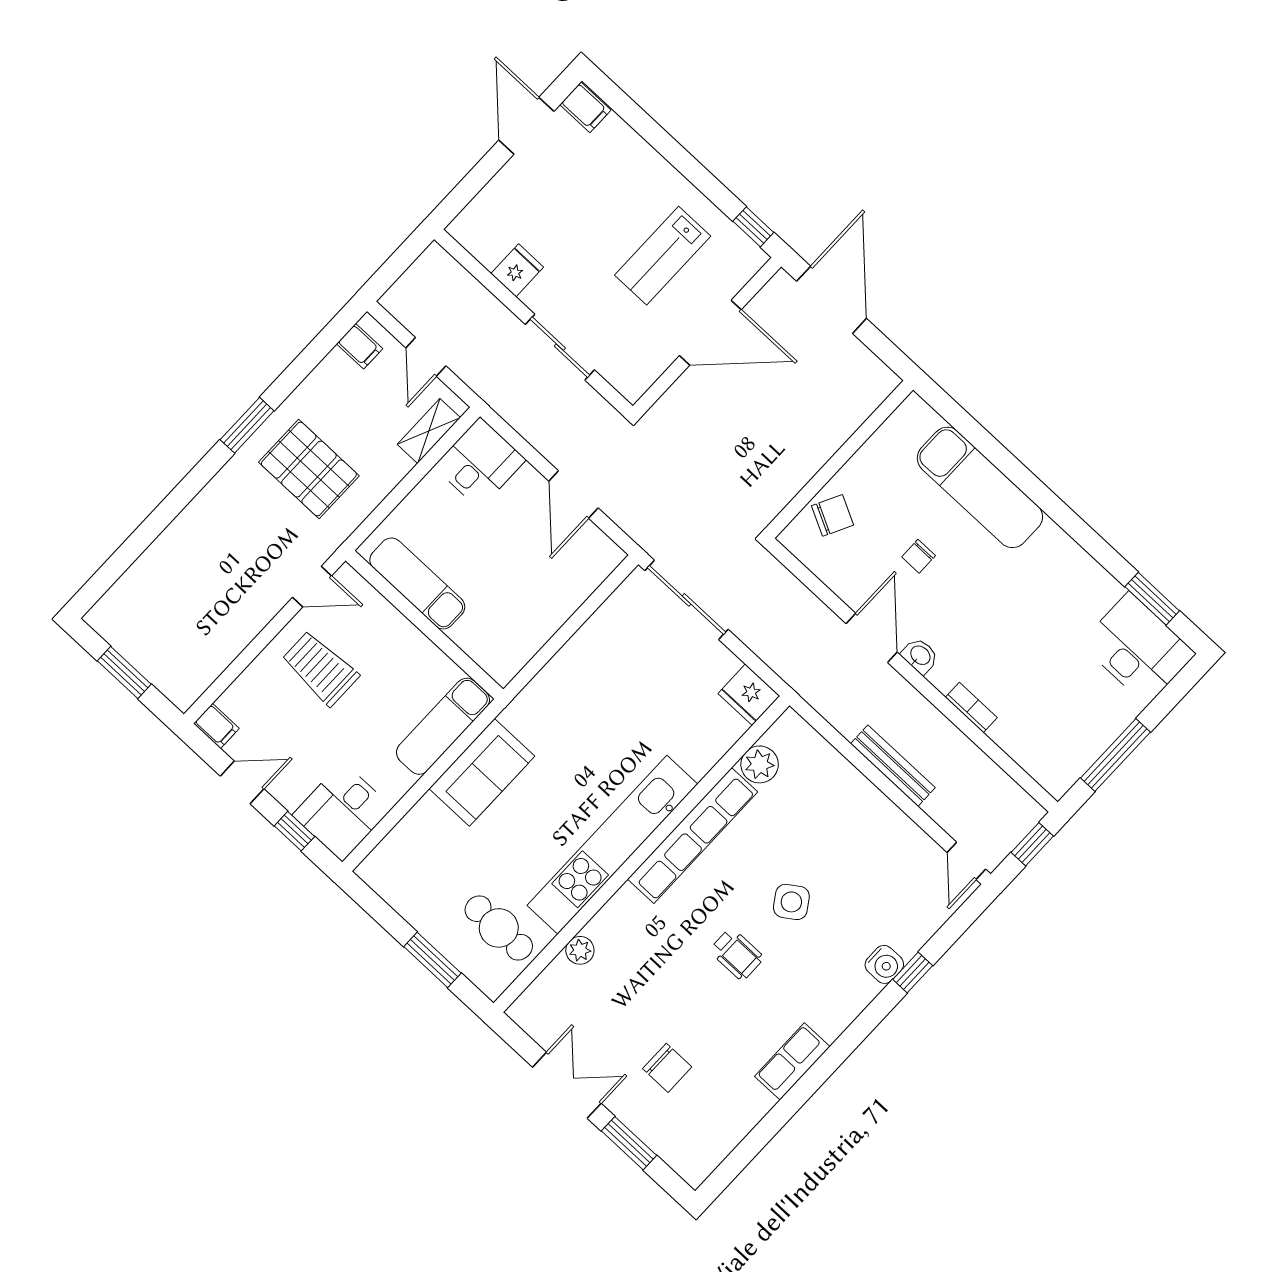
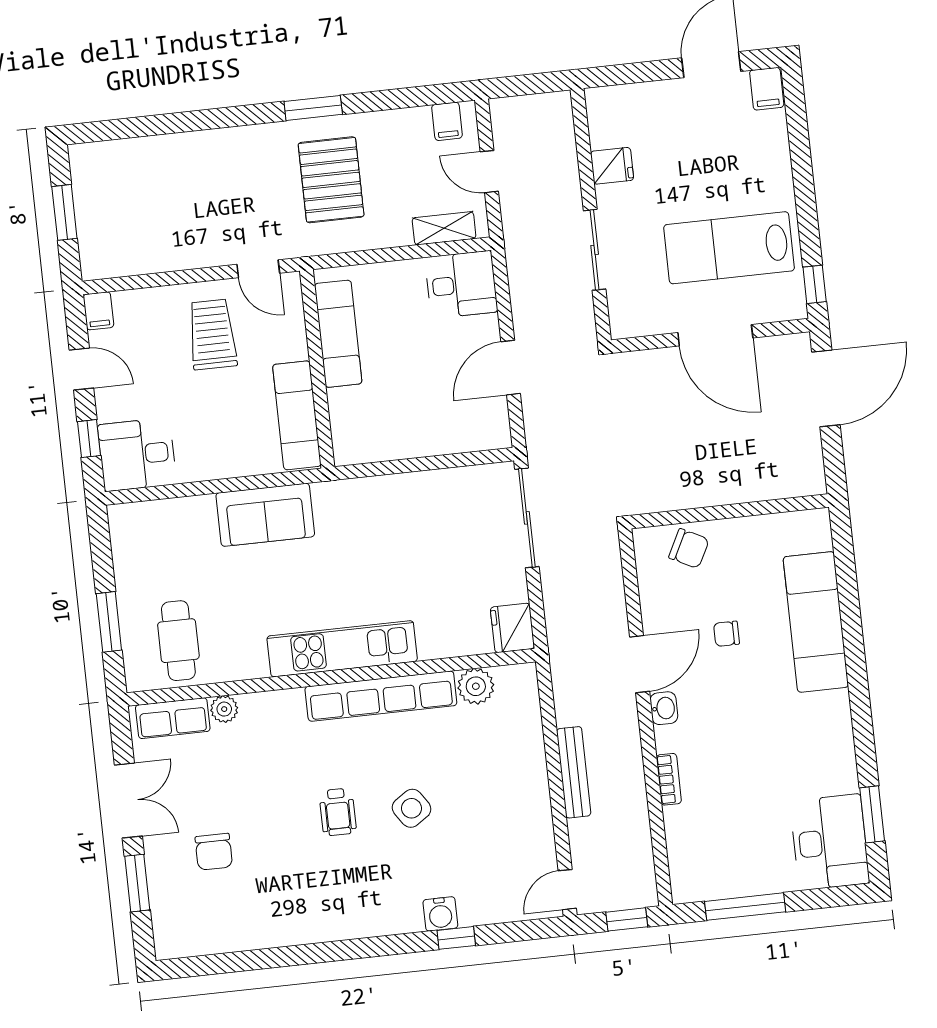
lab bench: (663, 256) -> (729, 248), width x1.36, depth x1.39
door: (426, 357) -> (489, 172), hinge flipped
exam couch: (443, 726) -> (297, 415), moved, turned -90
kitchen unit: (612, 845) -> (342, 649), width x0.73
row of seats: (792, 1061) -> (173, 718), moved, turned 180

